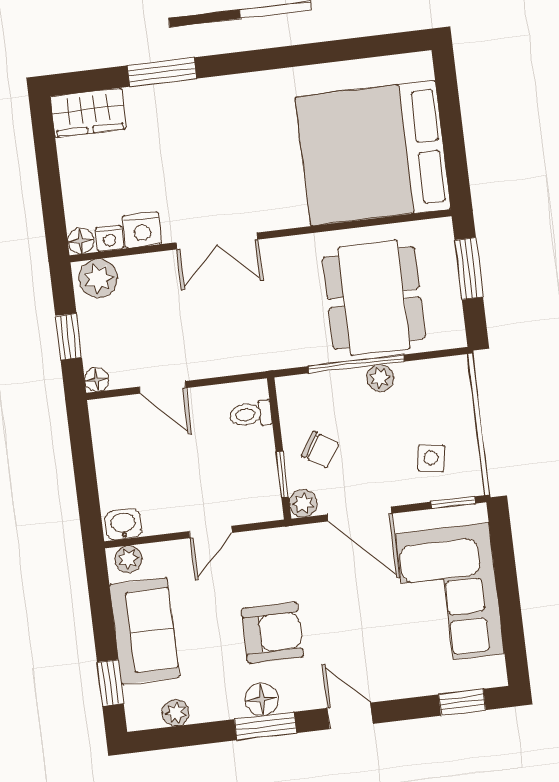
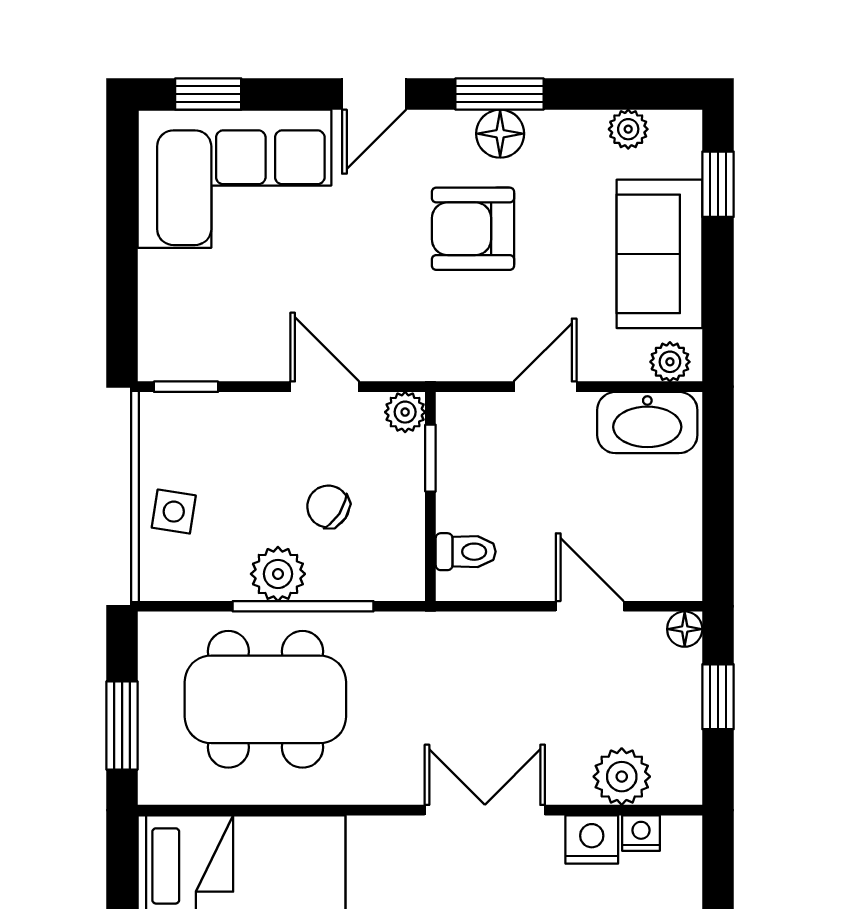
floor lamp: (81, 241) -> (683, 834), removed
plant: (98, 278) -> (622, 777), moved
dining table: (374, 298) -> (265, 699), turned 90
plant: (380, 378) -> (278, 574), width x1.38, depth x1.38
chair: (320, 450) -> (328, 507), moved
side table: (431, 458) -> (174, 512), moved
door: (360, 514) -> (325, 387), width x0.73
washbasin: (123, 524) -> (647, 423), width x1.91, depth x1.45
corner sofa: (450, 594) -> (235, 179), moved, turned 90
door: (350, 716) -> (374, 94), hinge flipped

